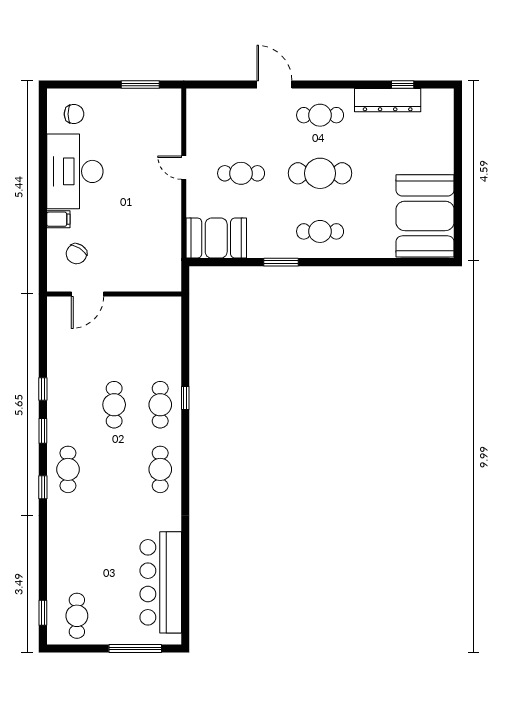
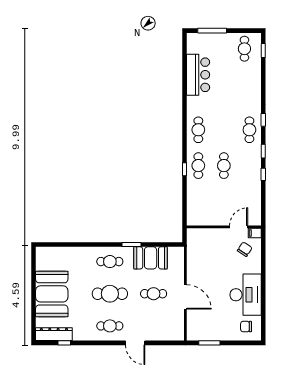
dresser: (388, 100) -> (54, 334), moved
door: (184, 168) -> (185, 297), width x1.87
booth: (425, 216) -> (52, 294), moved
filing cabinet: (58, 219) -> (255, 233), moved
booth: (216, 238) -> (151, 258), moved
bar counter: (161, 582) -> (198, 75), width x0.73

